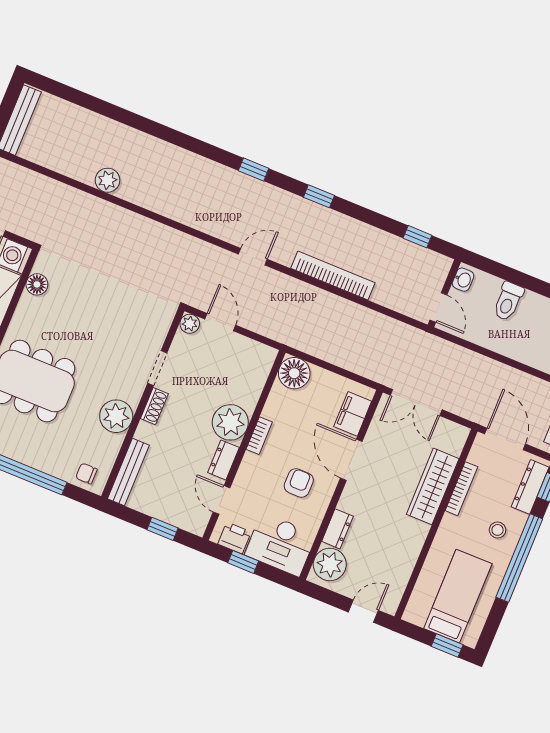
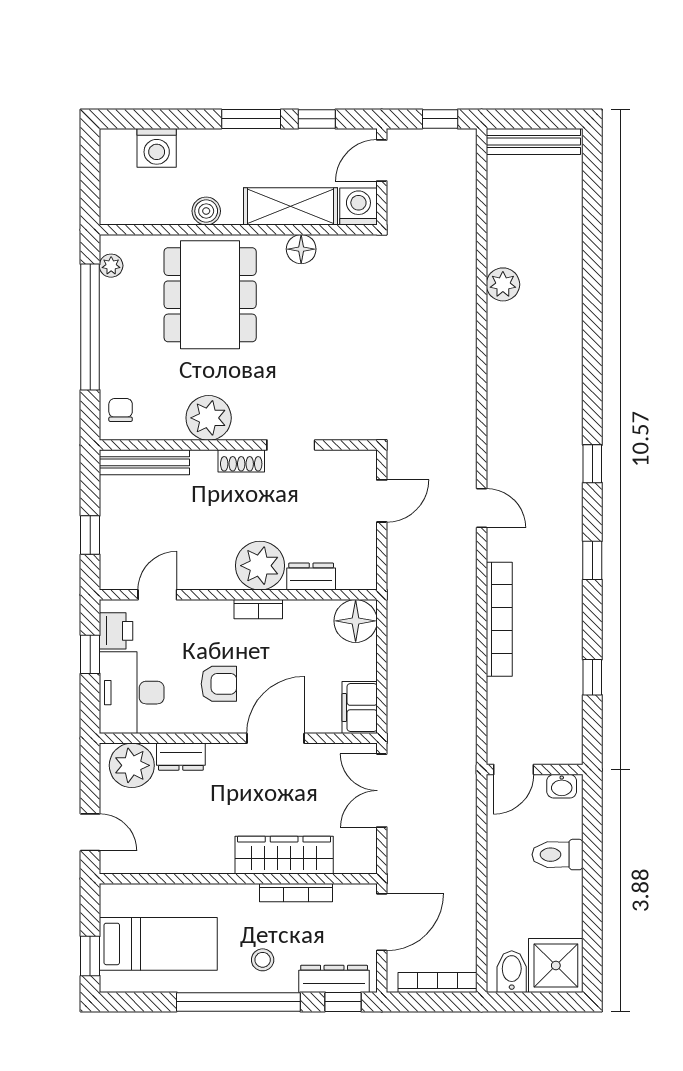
window: (417, 237) -> (592, 677), moved
floor lamp: (37, 284) -> (301, 249), moved
plant: (190, 324) -> (364, 463), removed
filing cabinet: (353, 414) -> (360, 708), moved, turned -90
dresser: (223, 460) -> (311, 577), moved

